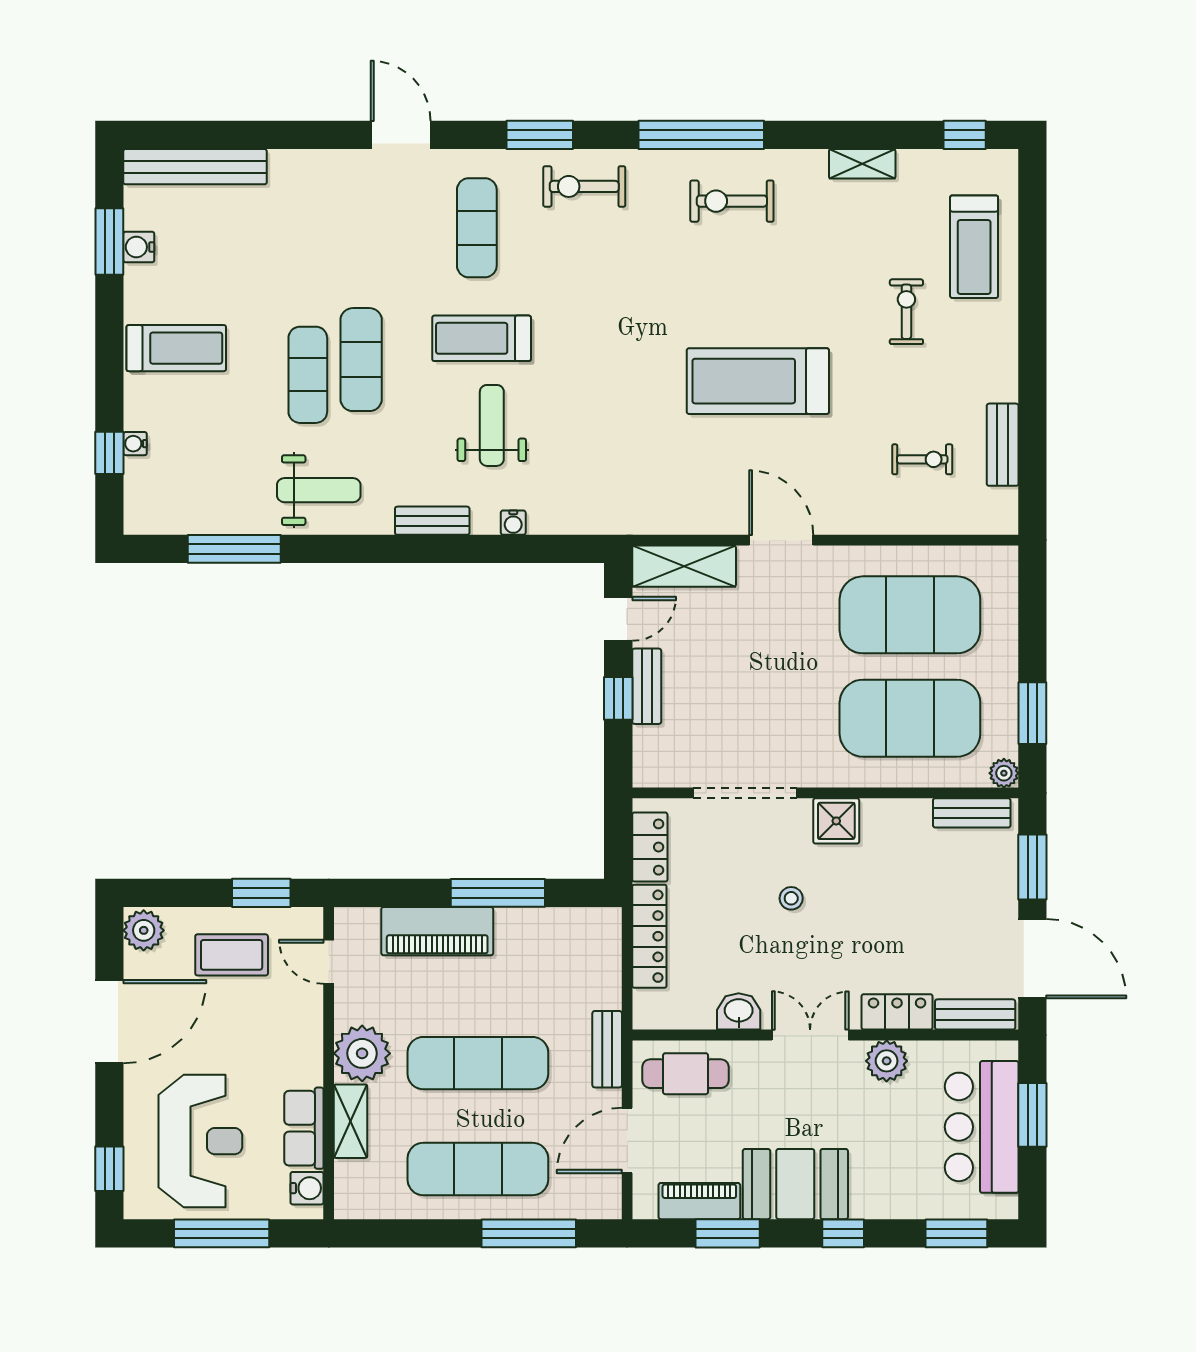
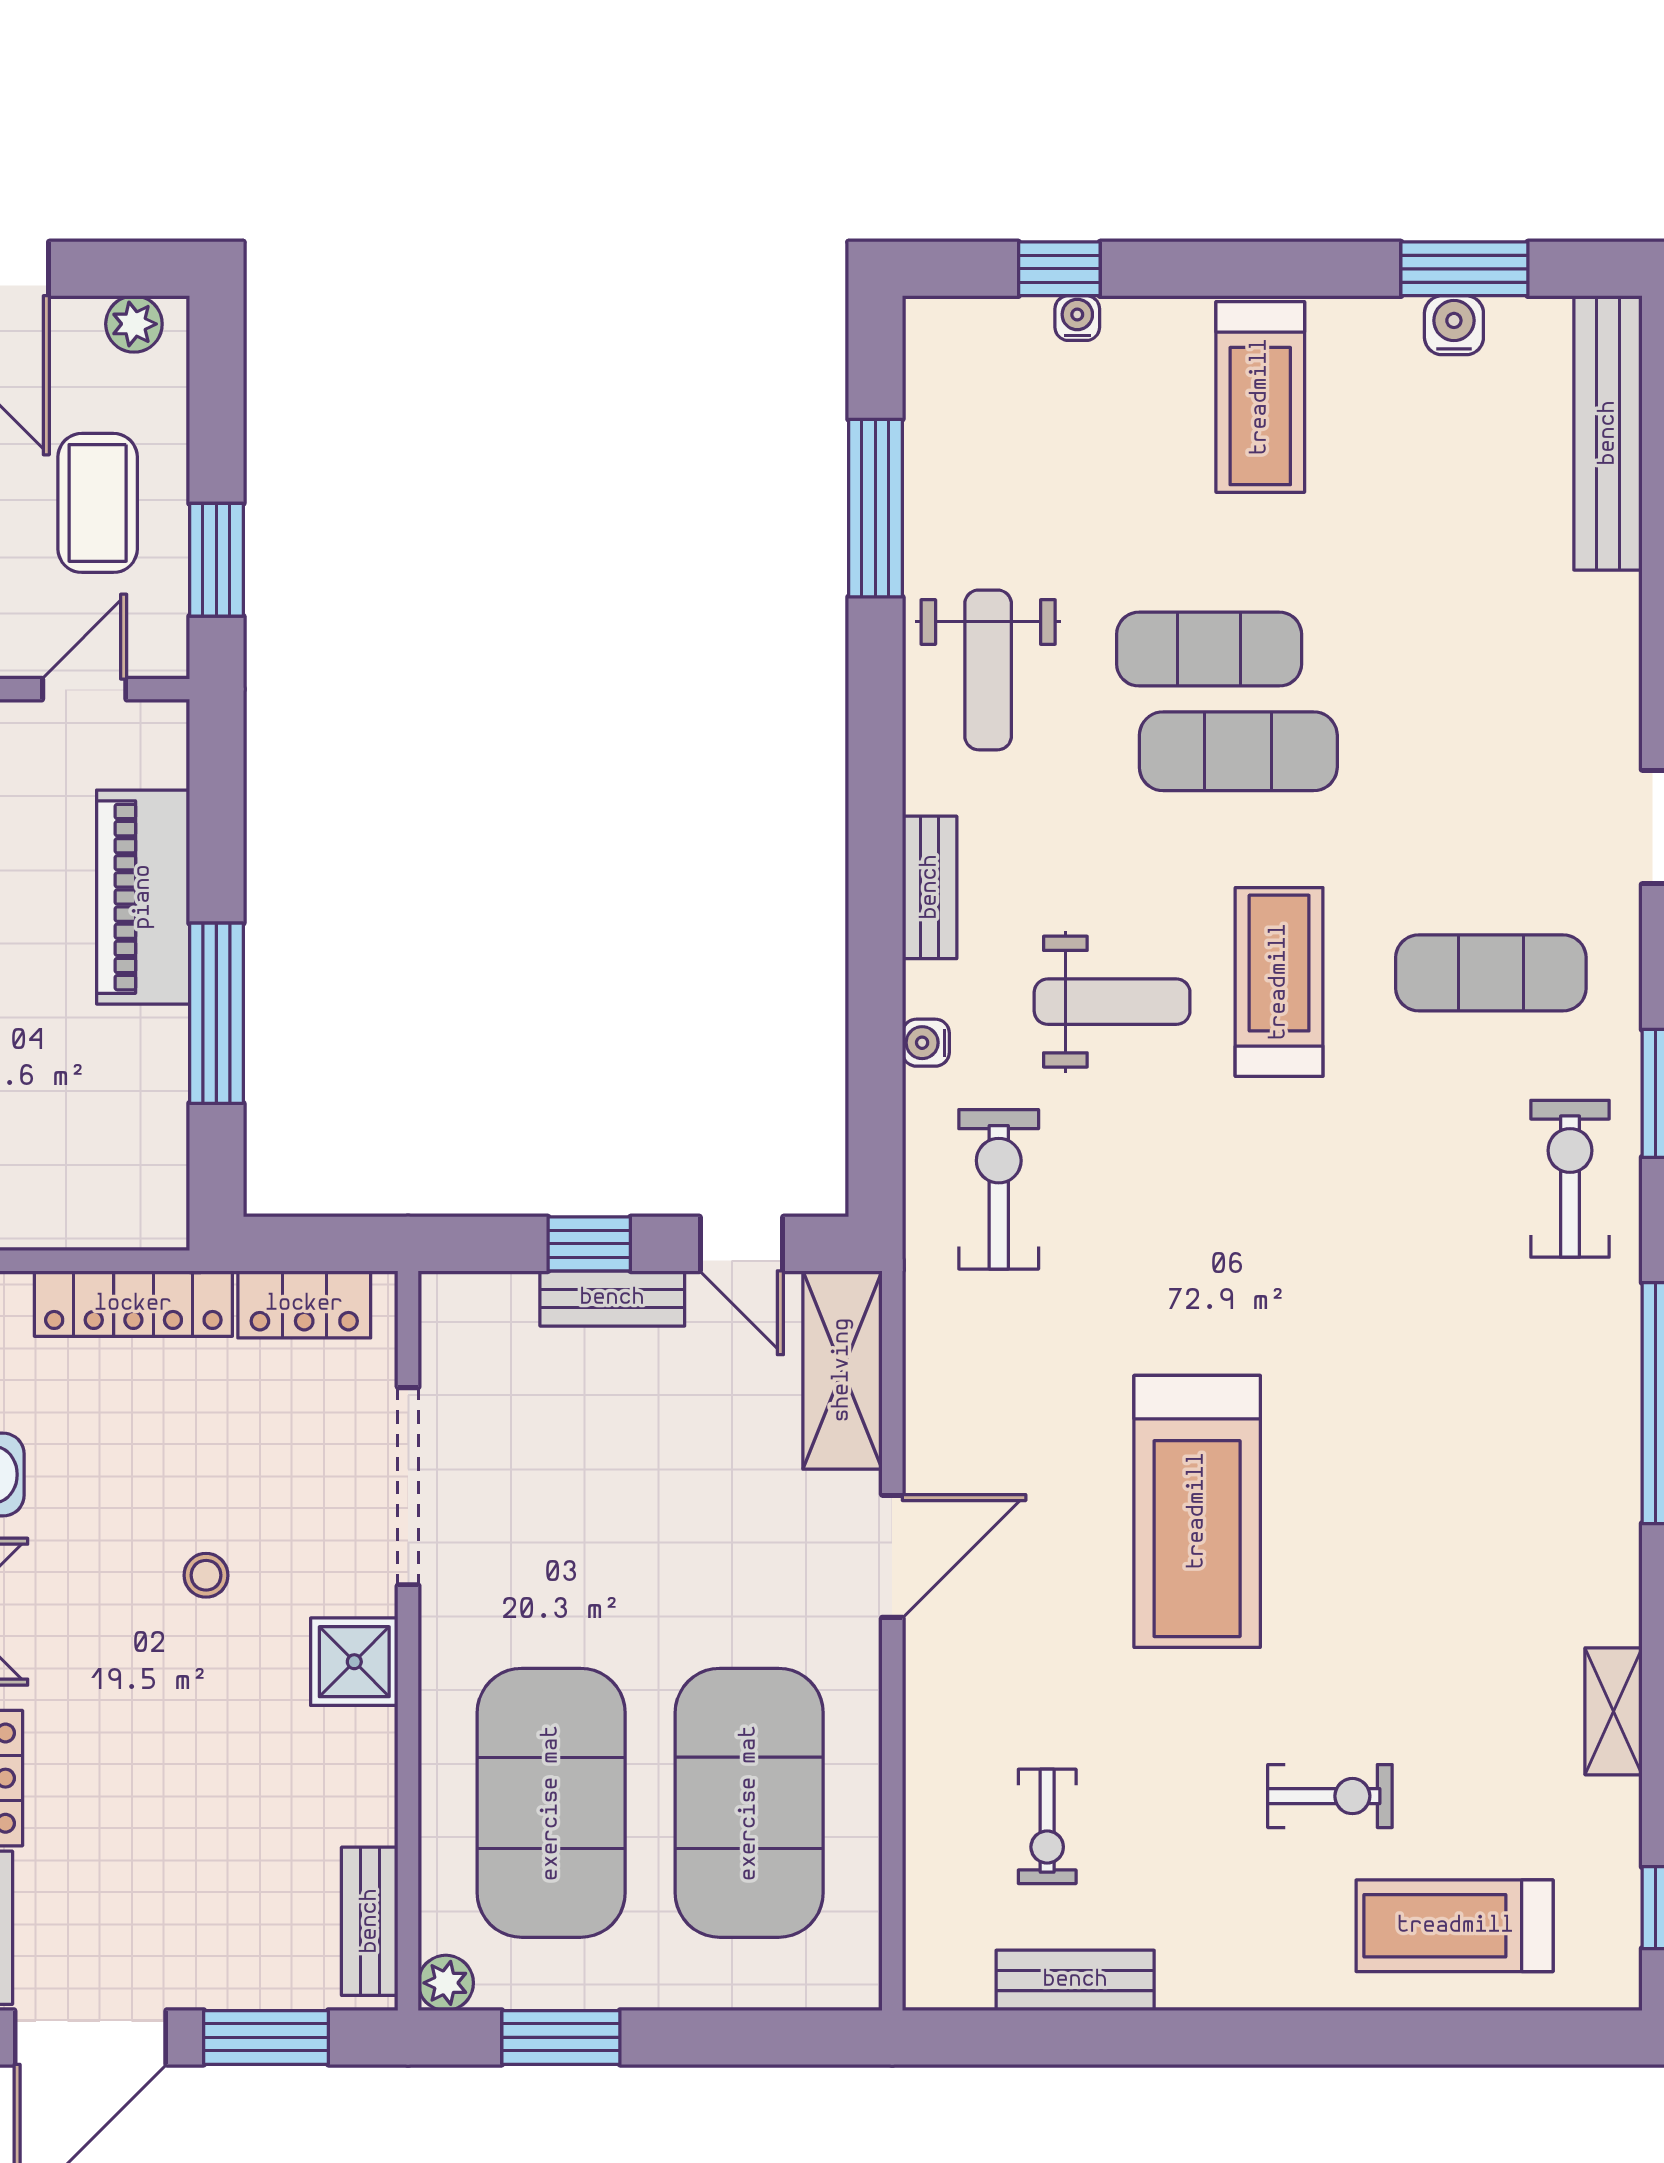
exercise bike: (732, 201) -> (999, 1189), moved
treadmill: (758, 381) -> (1197, 1511), turned 180
plant: (144, 930) -> (134, 324), width x0.73, depth x0.73

